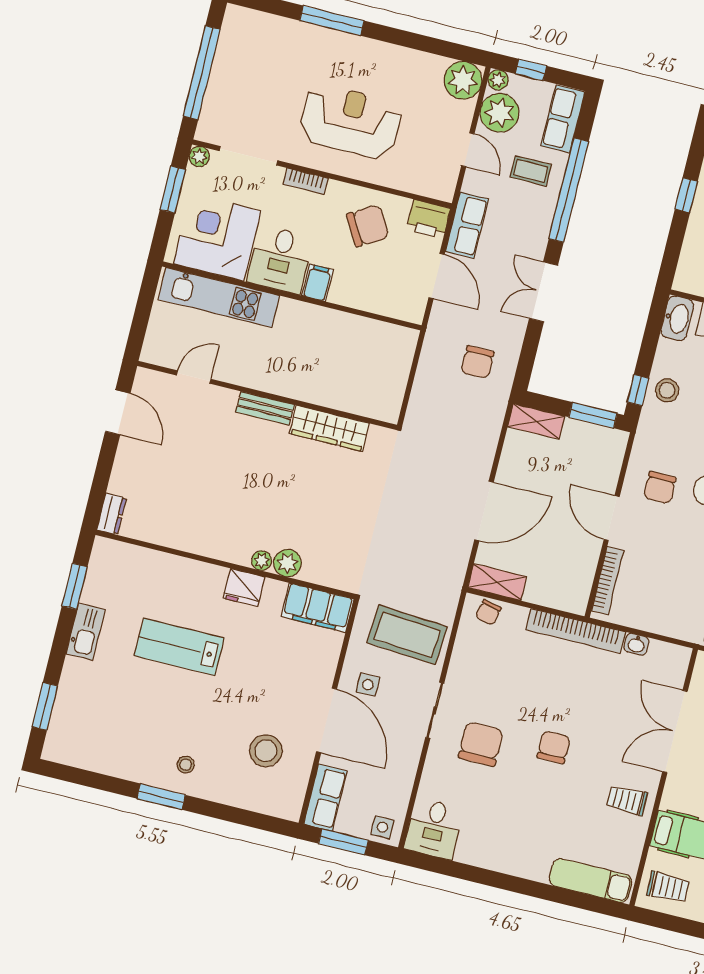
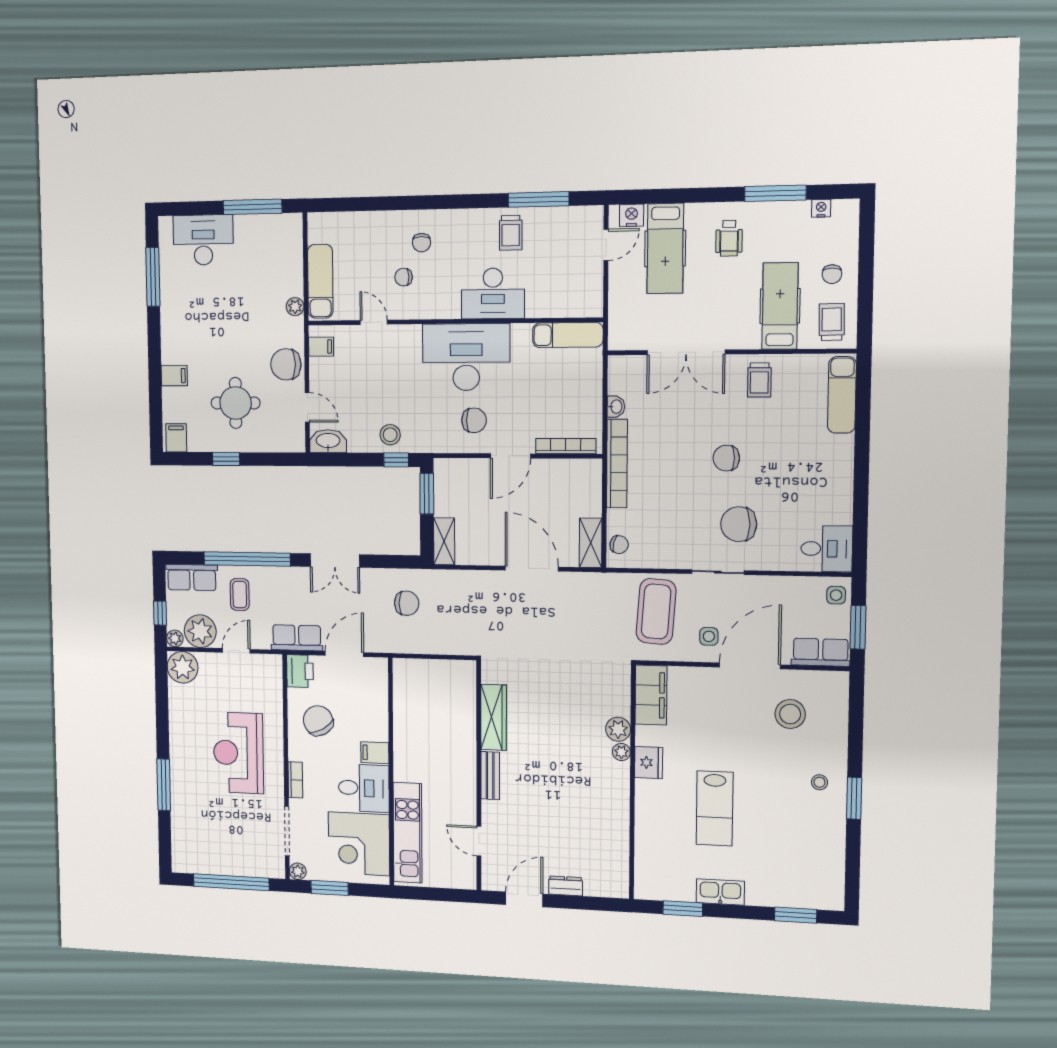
dresser: (112, 514) -> (566, 886), moved

